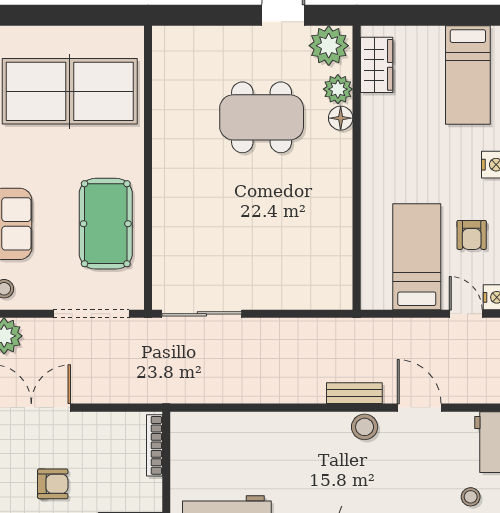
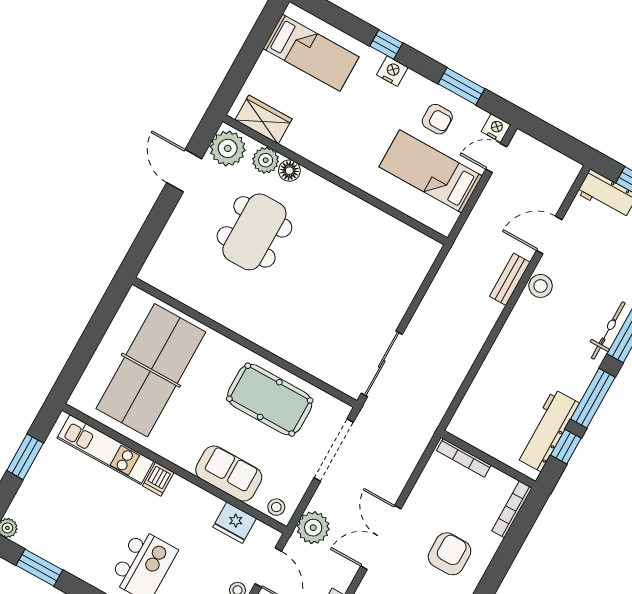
armchair: (53, 484) -> (450, 554), width x1.38, depth x1.38

